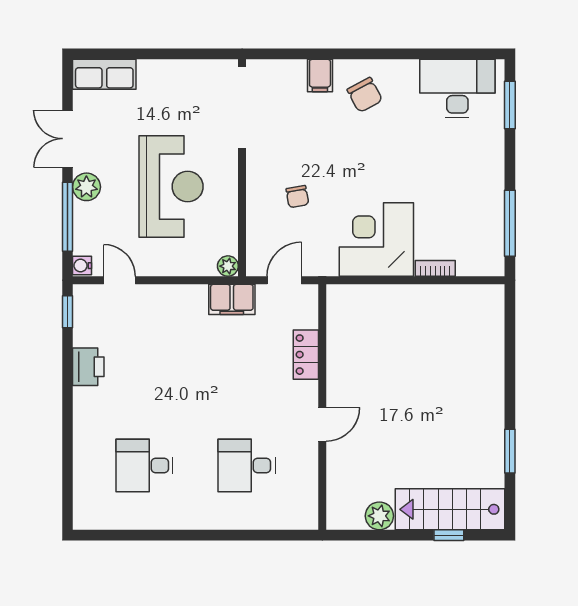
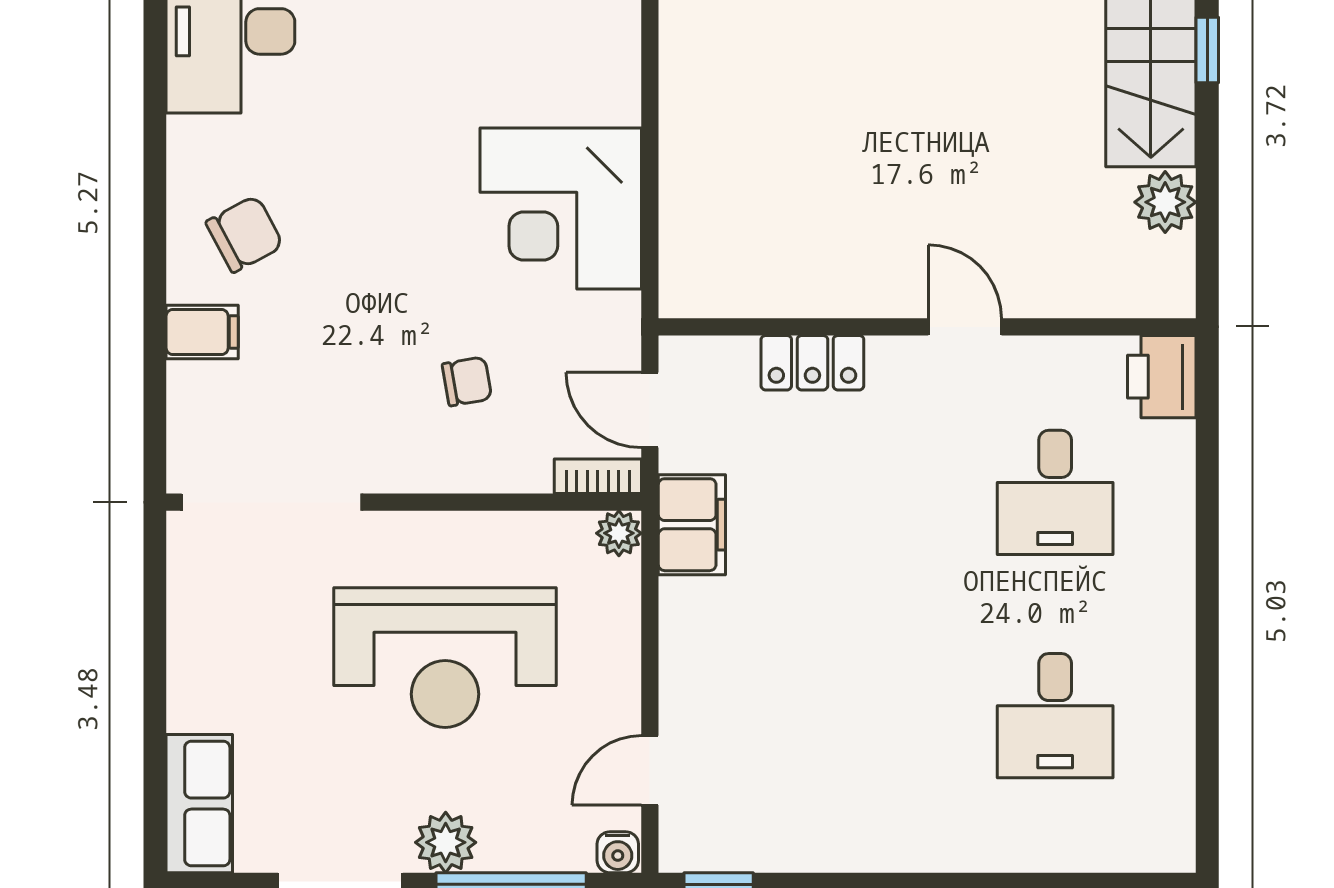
reception desk: (171, 187) -> (445, 658), turned 180
bookcase: (435, 268) -> (598, 476), moved, turned 90
printer: (88, 367) -> (1162, 377), moved, turned -90

